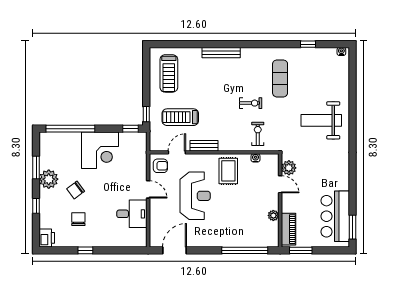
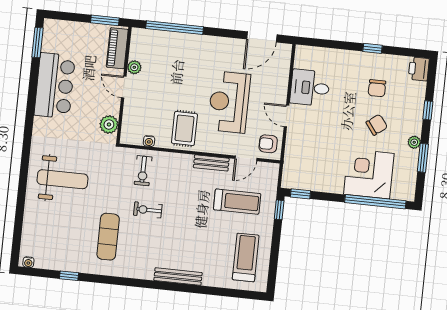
corner desk: (100, 150) -> (369, 174), moved
plant: (49, 179) -> (414, 142), width x0.53, depth x0.53
door: (280, 184) -> (124, 87), moved
bar counter: (335, 216) -> (55, 86), moved

